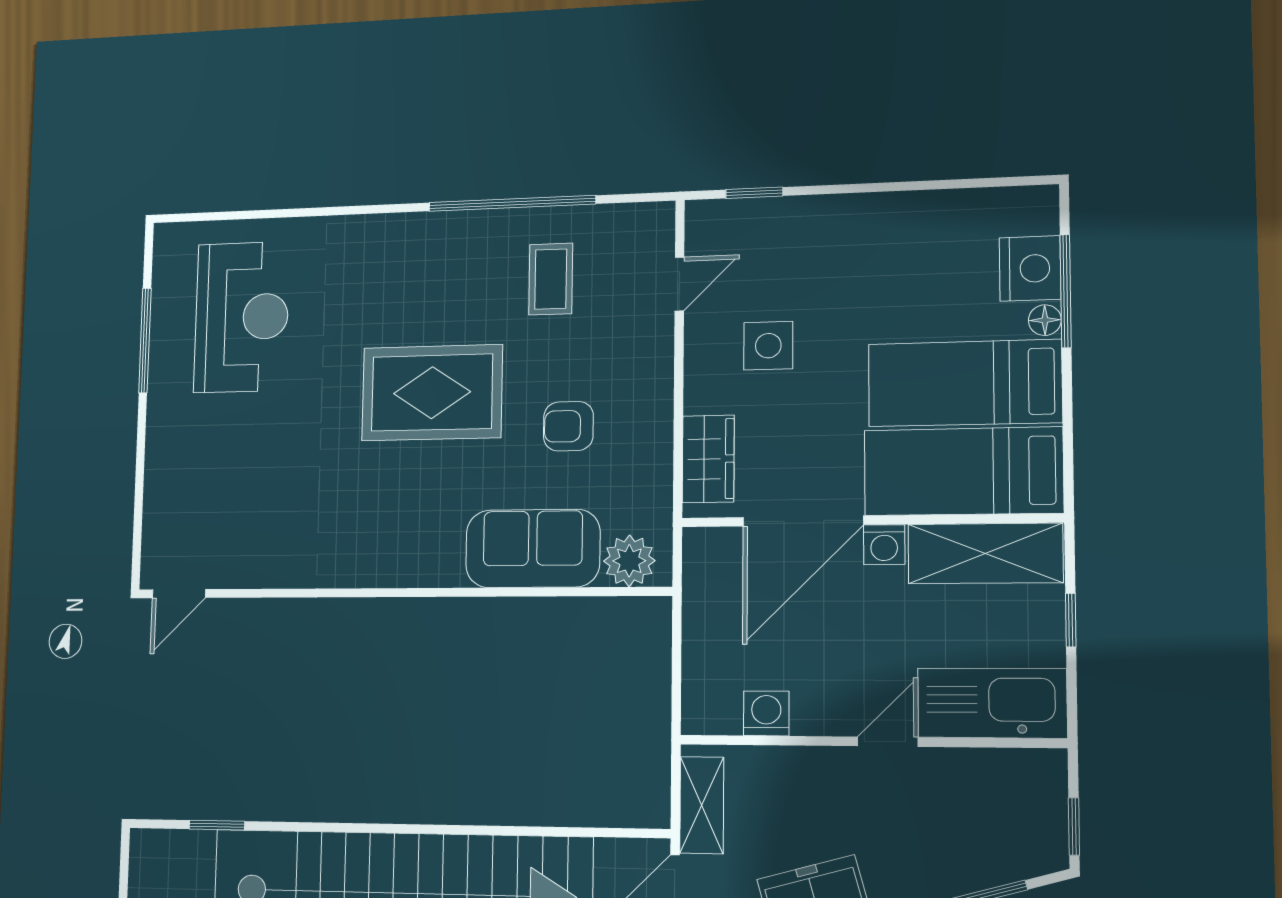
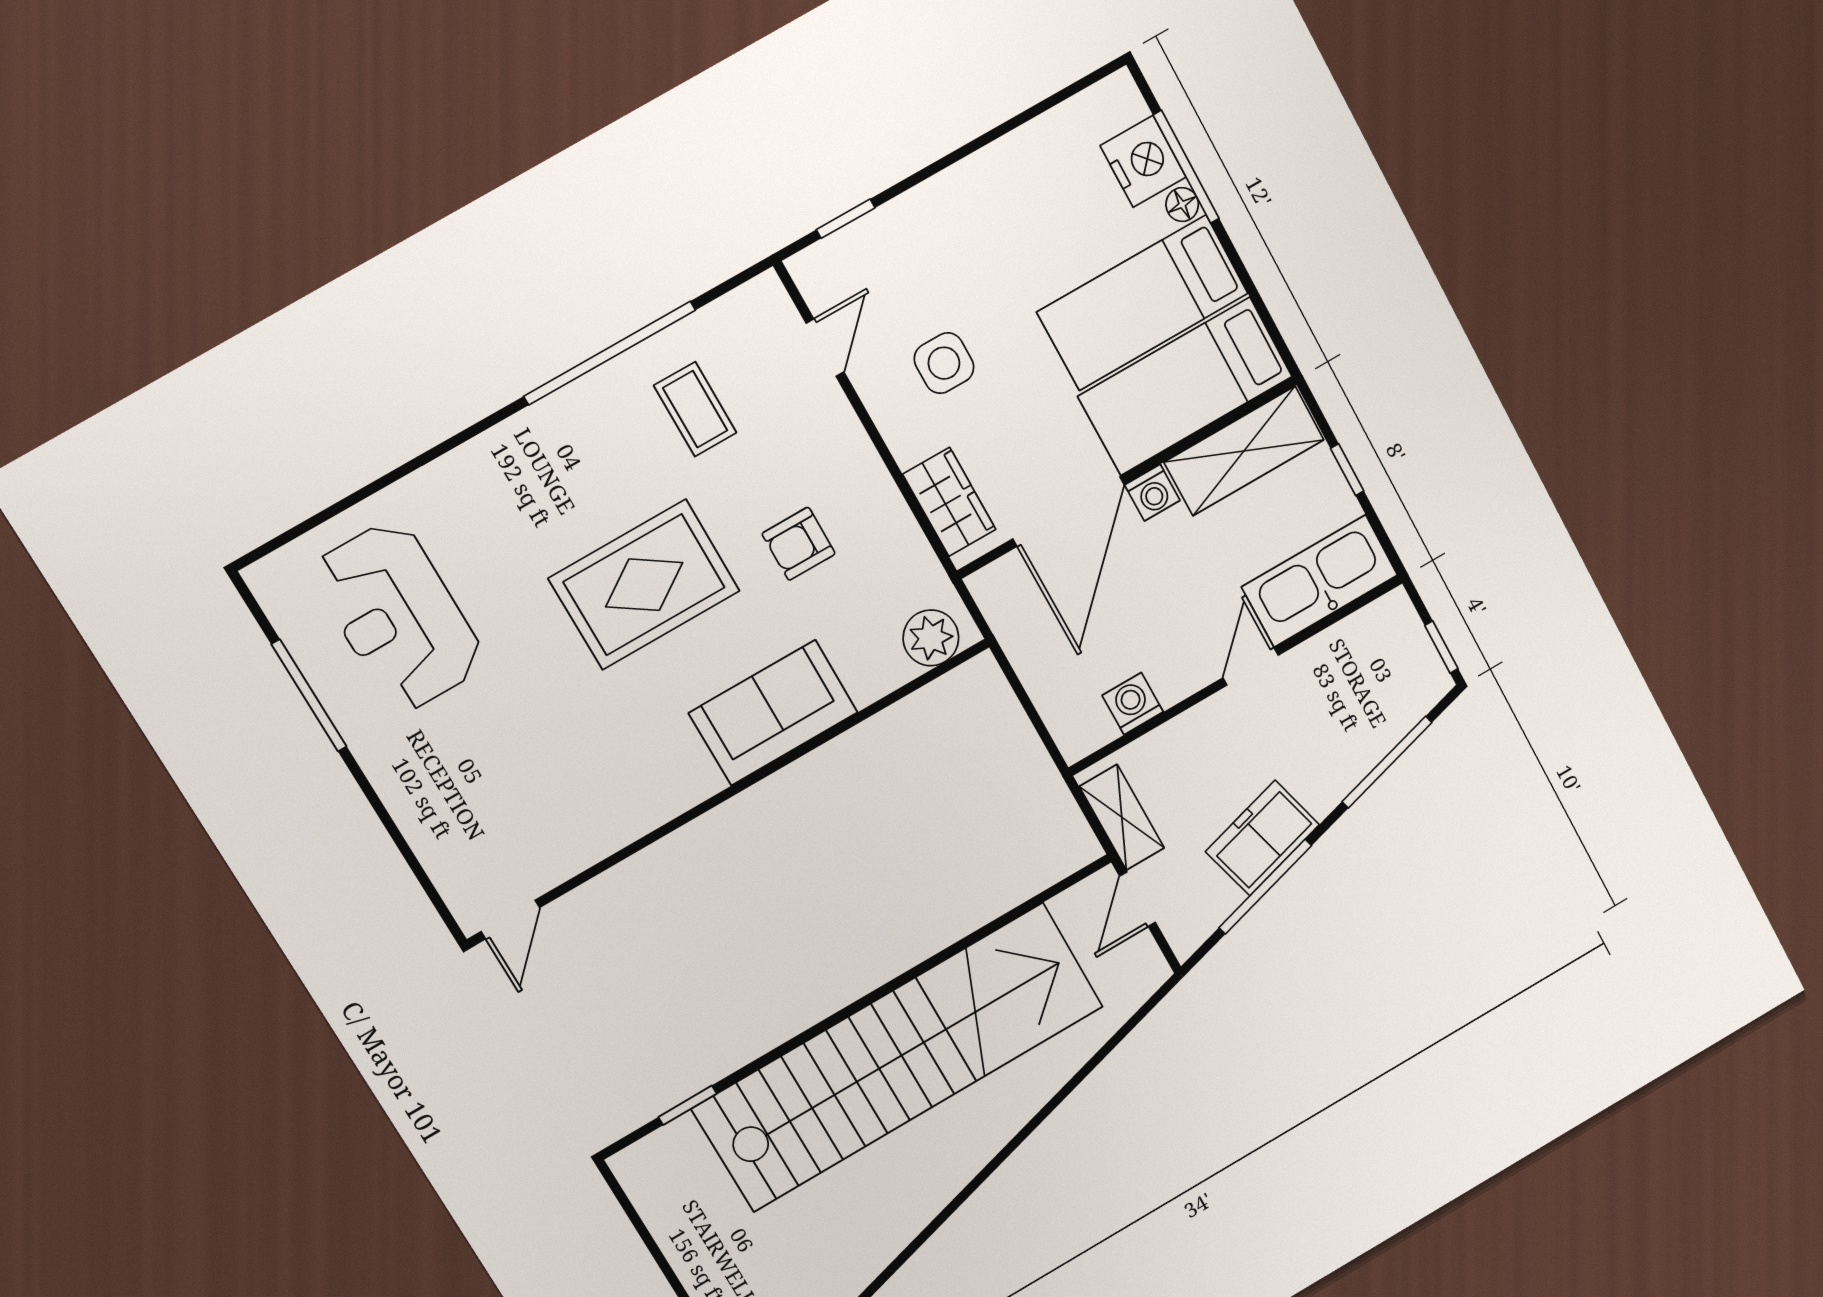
reception desk: (242, 317) -> (398, 616), turned 180
sofa: (533, 548) -> (773, 713), moved

